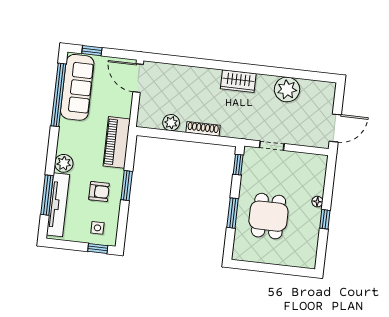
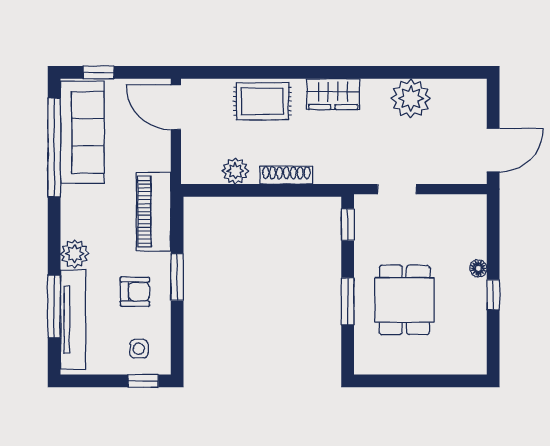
rug: (193, 81) -> (262, 101), added

